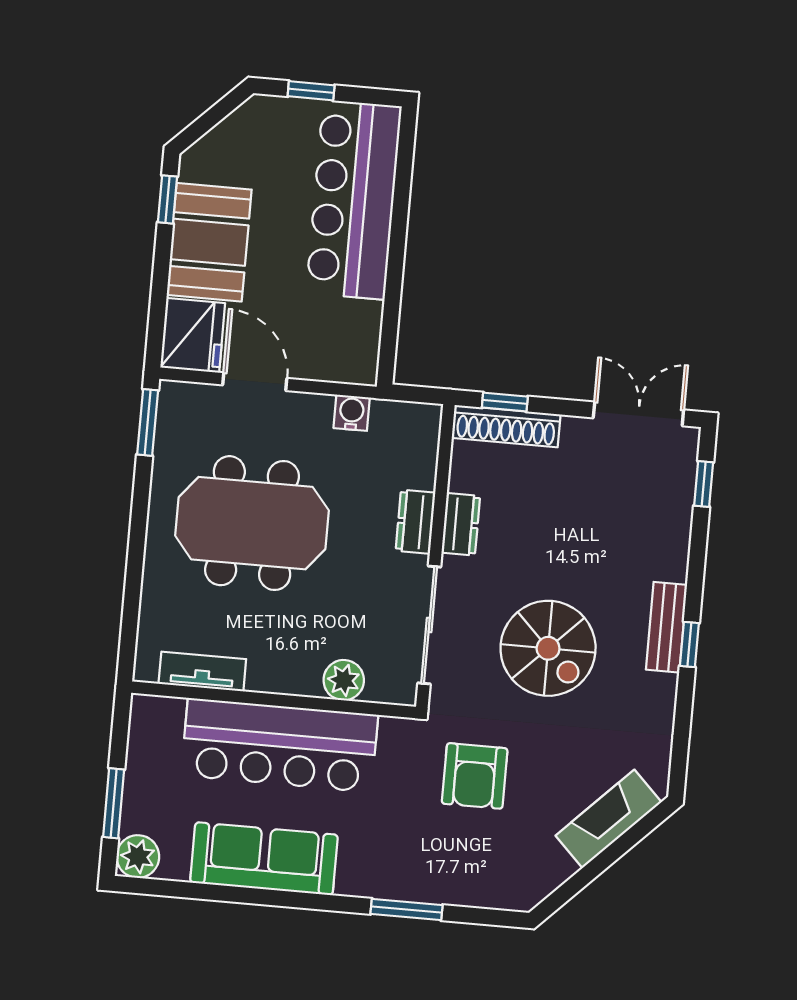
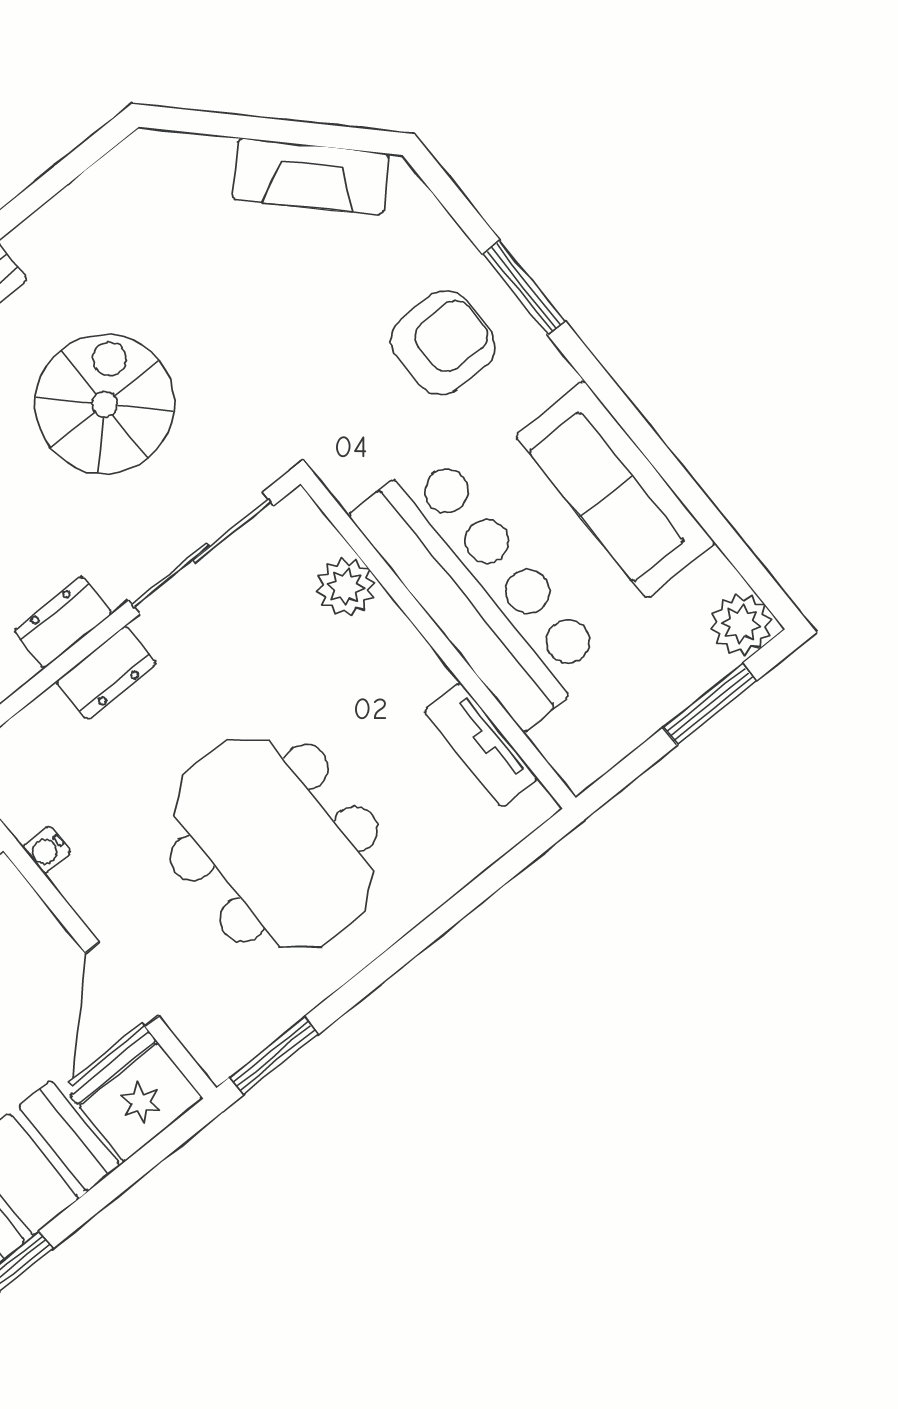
water cooler: (352, 413) -> (47, 850), width x0.72, depth x0.72
armchair: (475, 776) -> (443, 343), moved
fireplace: (609, 819) -> (311, 176), moved

